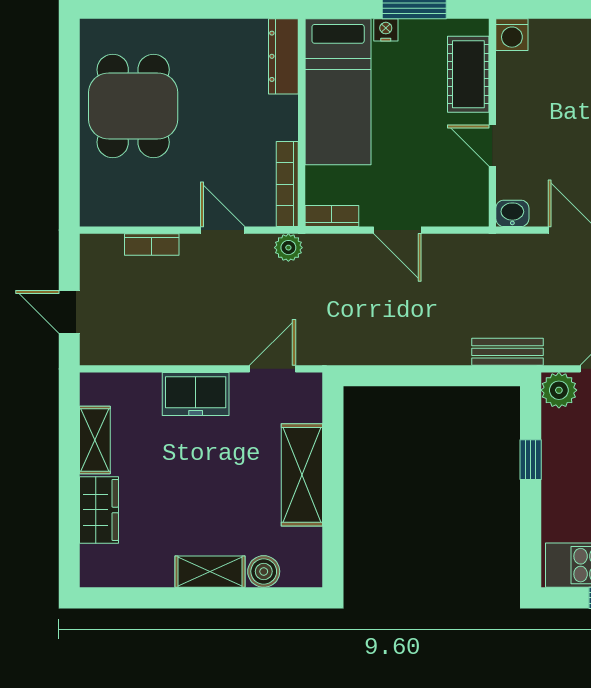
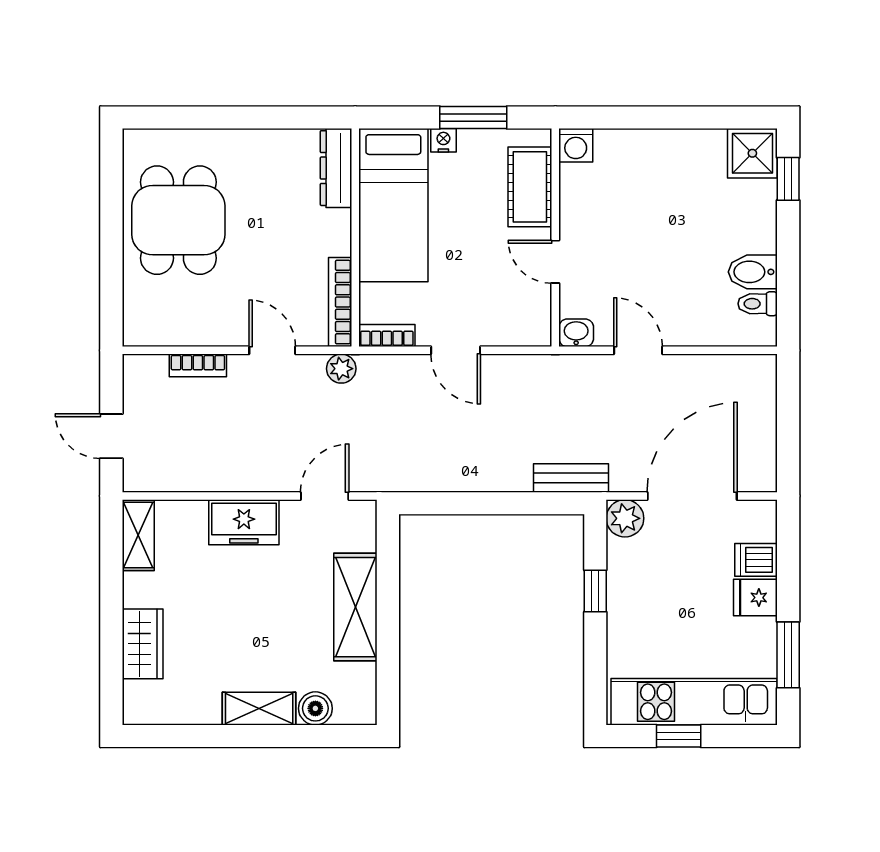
shelving: (95, 440) -> (138, 535), moved

